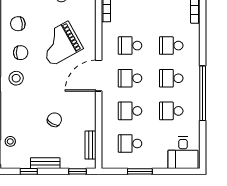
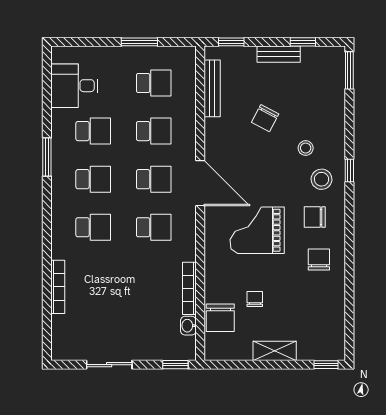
chair: (18, 24) -> (319, 259), turned -83
grand piano: (60, 44) -> (257, 230), turned -151
door: (99, 76) -> (200, 183), hinge flipped
window: (203, 93) -> (47, 157), width x0.47
stool: (10, 141) -> (306, 148), moved
bench: (90, 145) -> (212, 88), width x1.36
desk: (183, 153) -> (74, 86), moved, turned -90

